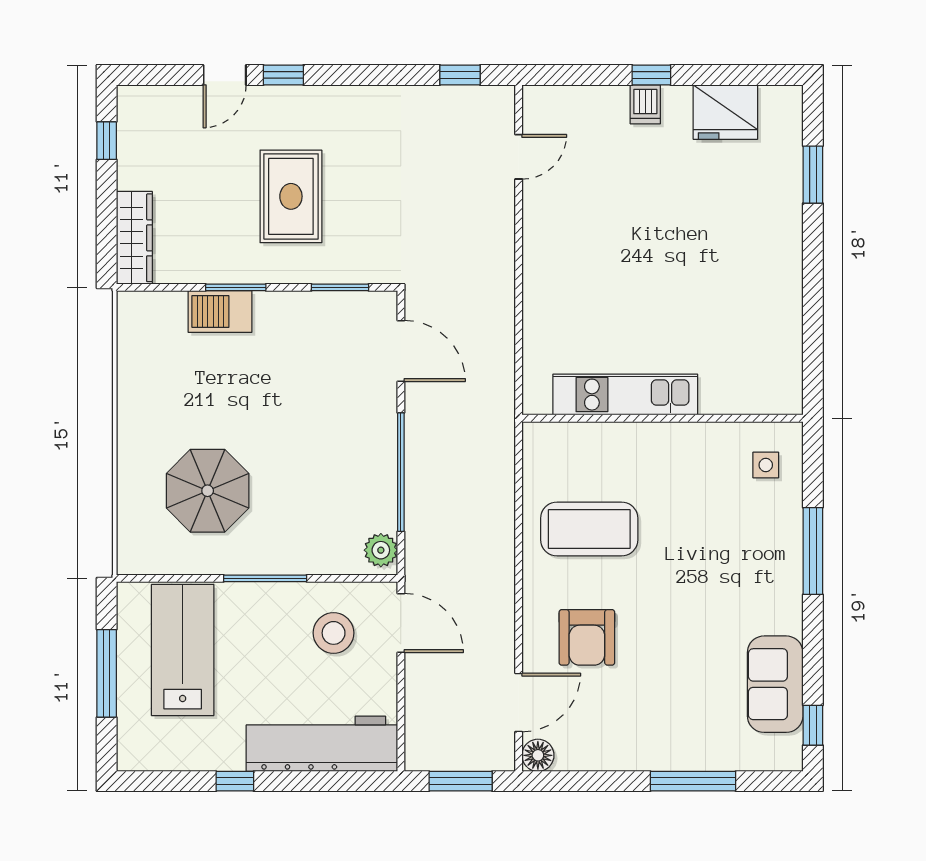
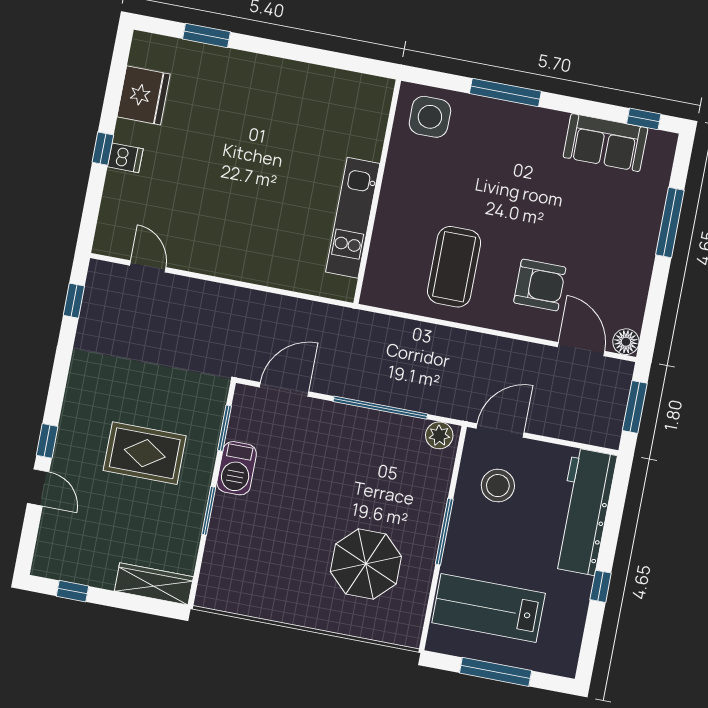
barbecue: (220, 312) -> (237, 468), moved
side table: (766, 465) -> (430, 117), width x1.87, depth x1.87

